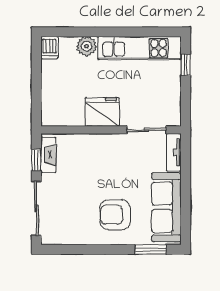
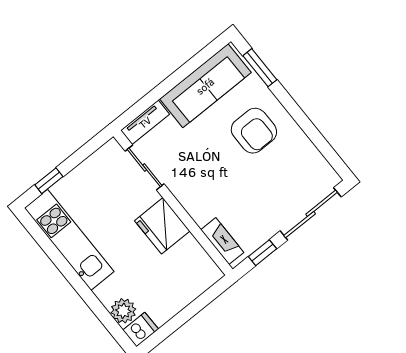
plant: (87, 46) -> (123, 311), moved
fireplace: (48, 155) -> (222, 241), moved, turned 90

